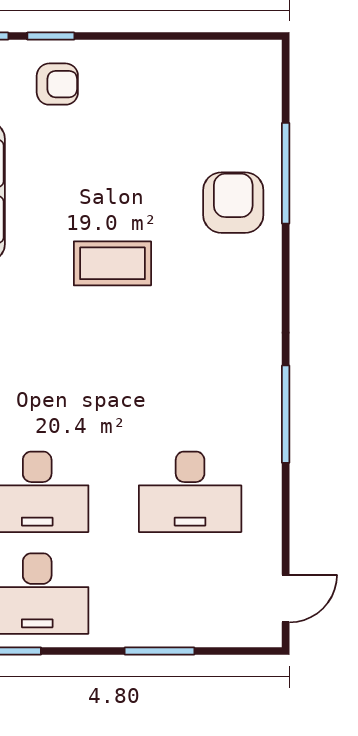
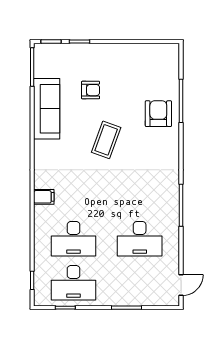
armchair: (57, 84) -> (91, 90), moved
coffee table: (112, 263) -> (106, 140), turned -70

